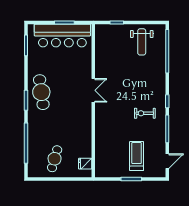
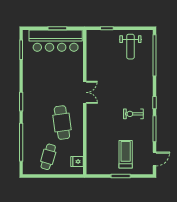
cafe table: (41, 92) -> (62, 123), moved

